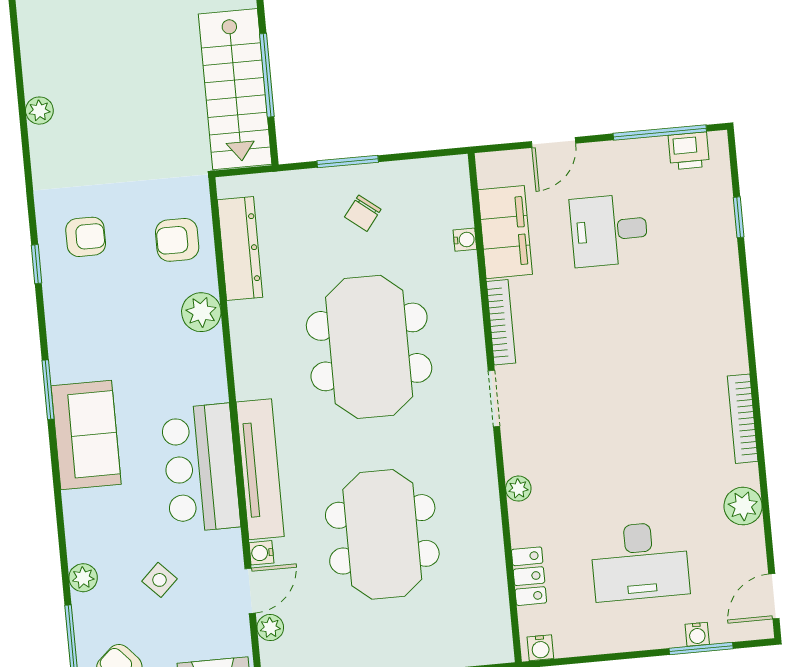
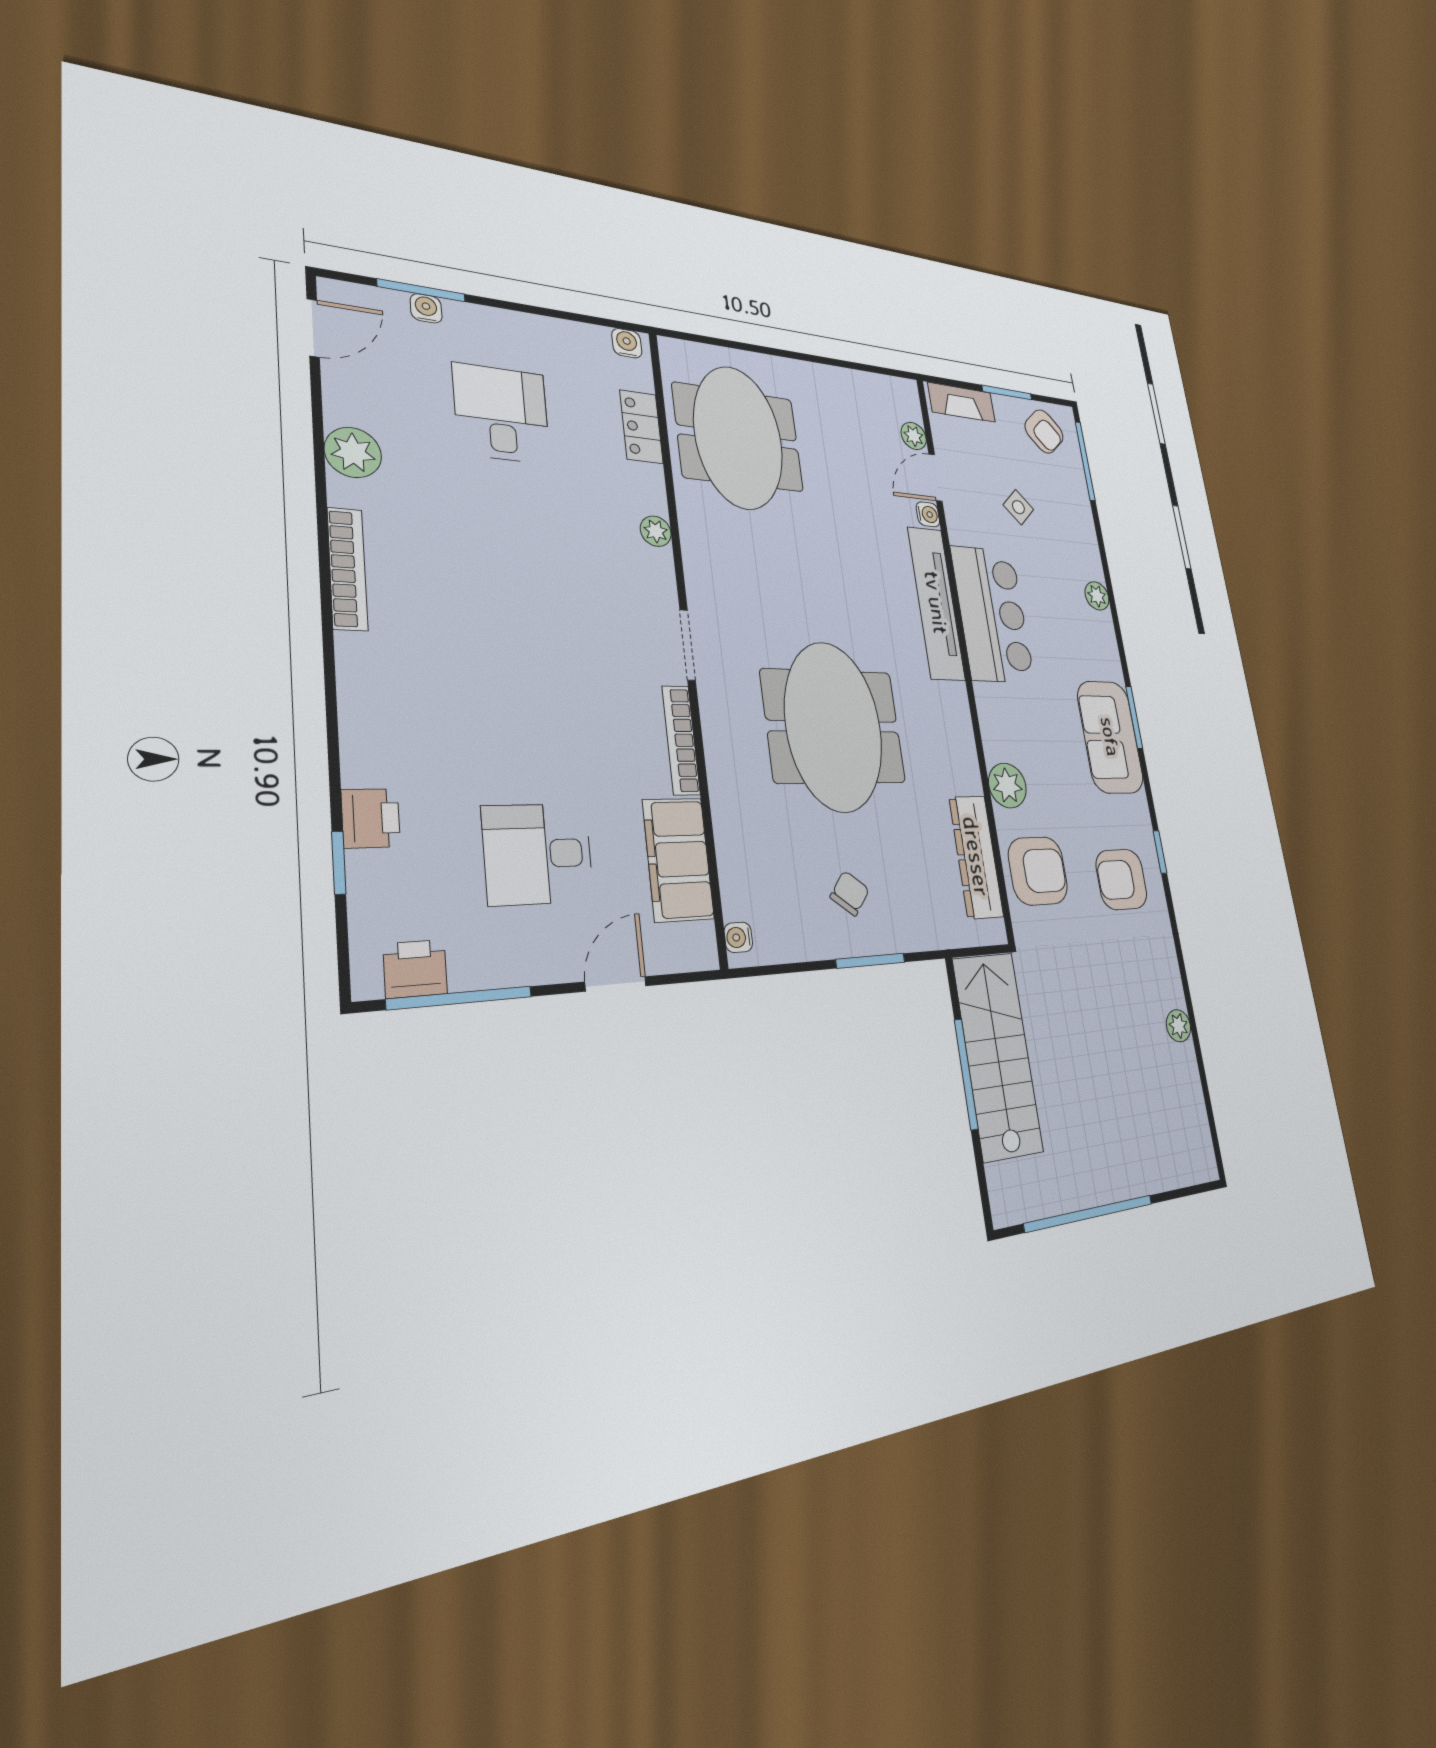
desk: (609, 230) -> (538, 854), turned 180
armchair: (86, 237) -> (1121, 879), width x1.38, depth x1.38
armchair: (177, 240) -> (1038, 871), width x1.38, depth x1.38
water cooler: (465, 240) -> (738, 937), moved
printer: (720, 248) -> (371, 818), added
sofa: (86, 435) -> (1110, 737), moved
meeting table: (382, 534) -> (738, 437), moved
desk: (640, 561) -> (502, 414), width x0.73
plant: (83, 578) -> (1097, 596), moved

